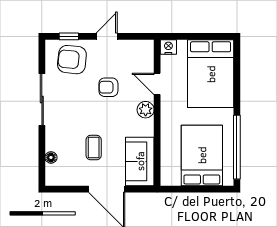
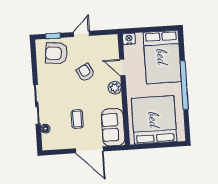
armchair: (108, 87) -> (85, 72), turned 63
sliding door: (42, 99) -> (37, 104), moved
window: (237, 147) -> (184, 85), moved
bed: (202, 155) -> (154, 120), width x1.36

